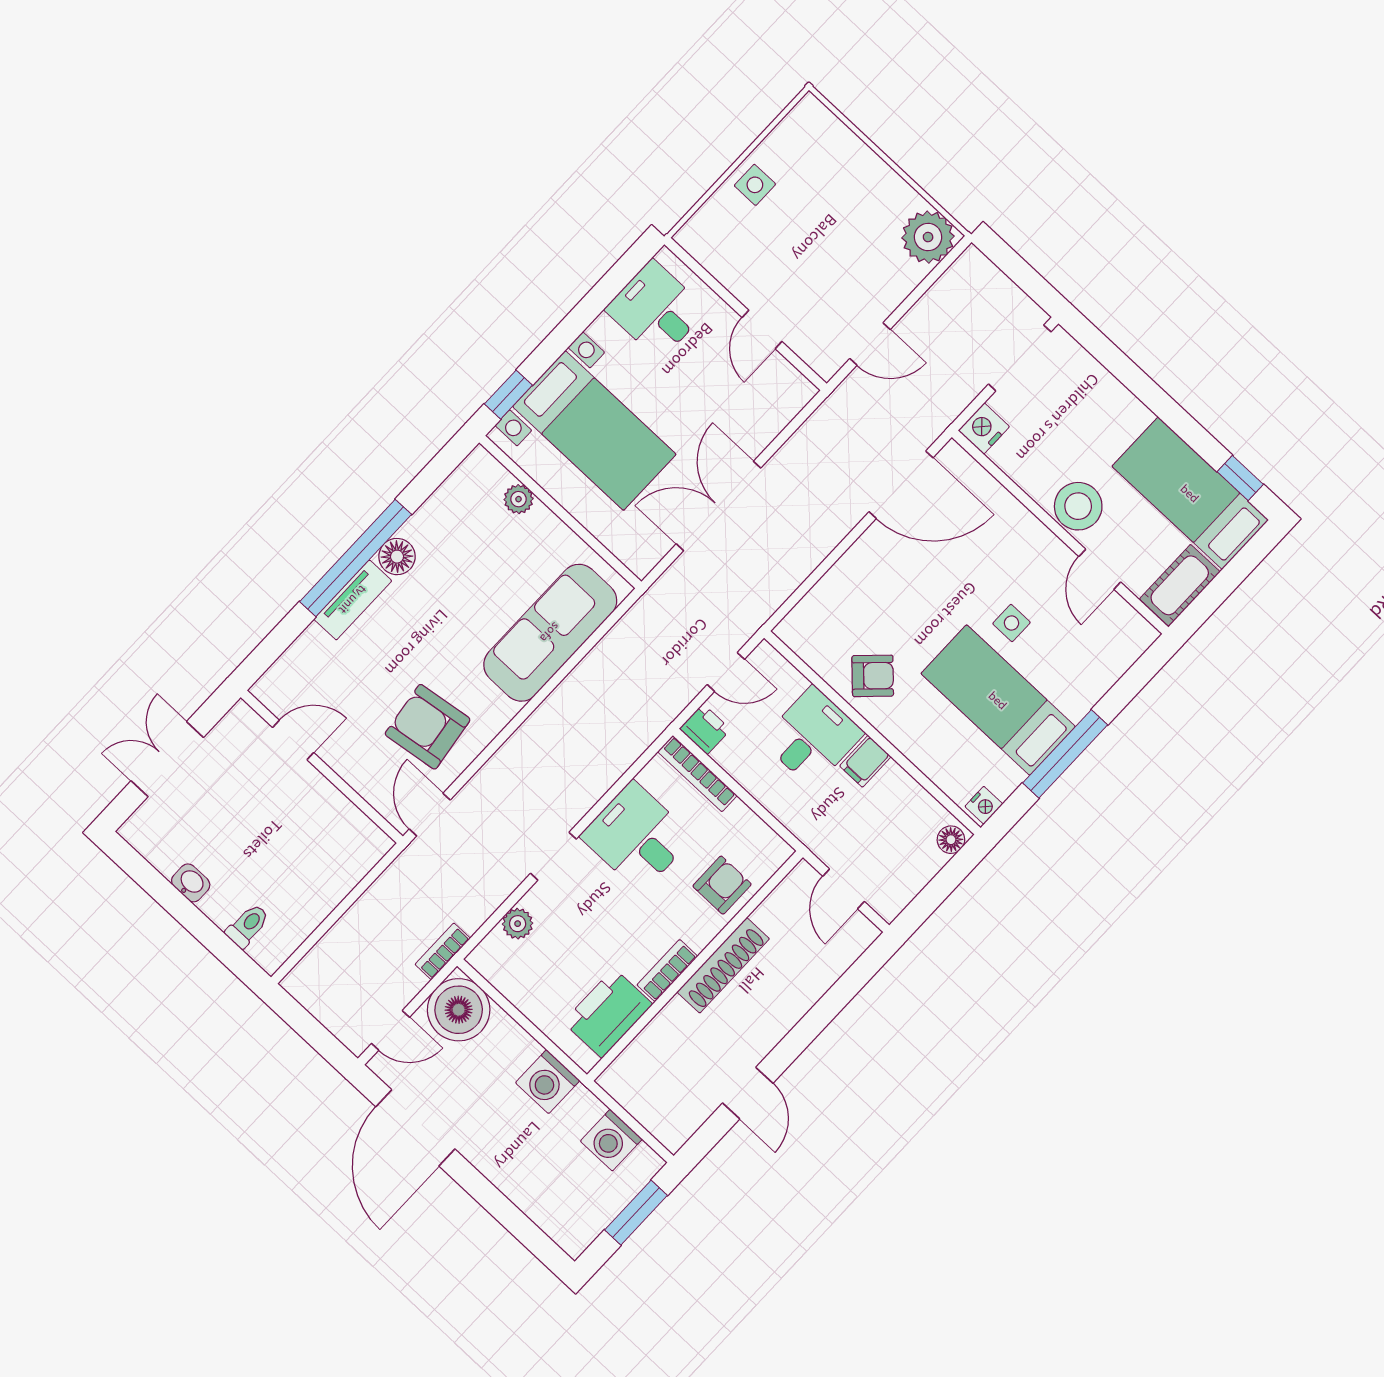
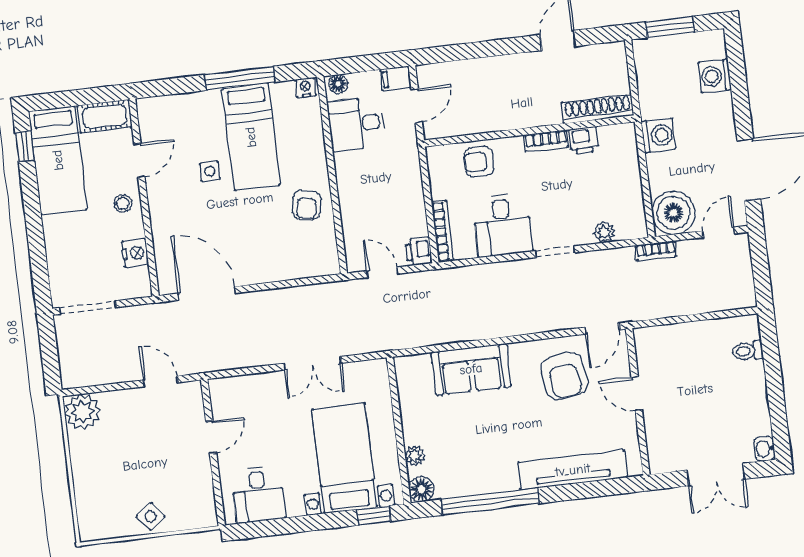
side table: (755, 185) -> (151, 516), turned -37
nightstand: (984, 429) -> (135, 253), moved, turned -90
double door: (718, 506) -> (313, 363), width x0.73
stool: (1078, 506) -> (123, 203), width x0.53, depth x0.53
floor lamp: (397, 557) -> (421, 489), moved
window: (356, 558) -> (490, 502), moved
tv unit: (353, 600) -> (573, 470), width x1.92, depth x1.29
sofa: (550, 633) -> (471, 369), width x0.73
armchair: (873, 676) -> (307, 205), turned -126
desk: (813, 737) -> (356, 124), moved
door: (293, 740) -> (637, 393), moved
filing cabinet: (865, 761) -> (396, 79), moved, turned 180
washbasin: (191, 883) -> (764, 449), moved
shoe rack: (723, 965) -> (598, 109), moved
printer: (608, 1013) -> (584, 140), width x0.53, depth x0.68
door: (391, 1030) -> (719, 232), hinge flipped
washing machine: (611, 1140) -> (715, 76), moved, turned 180

